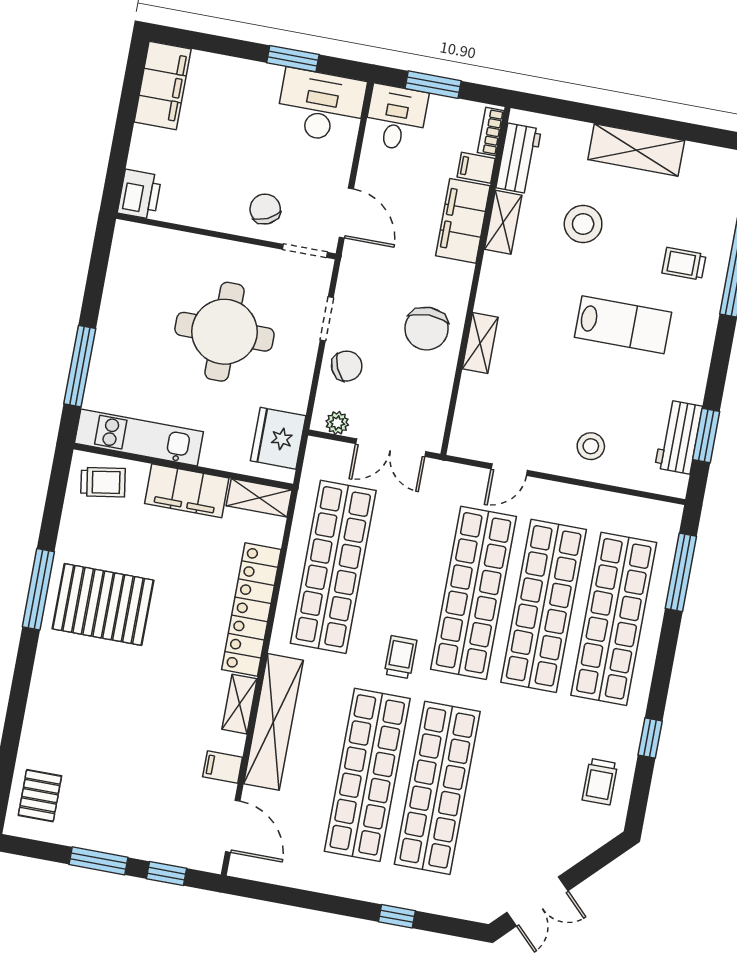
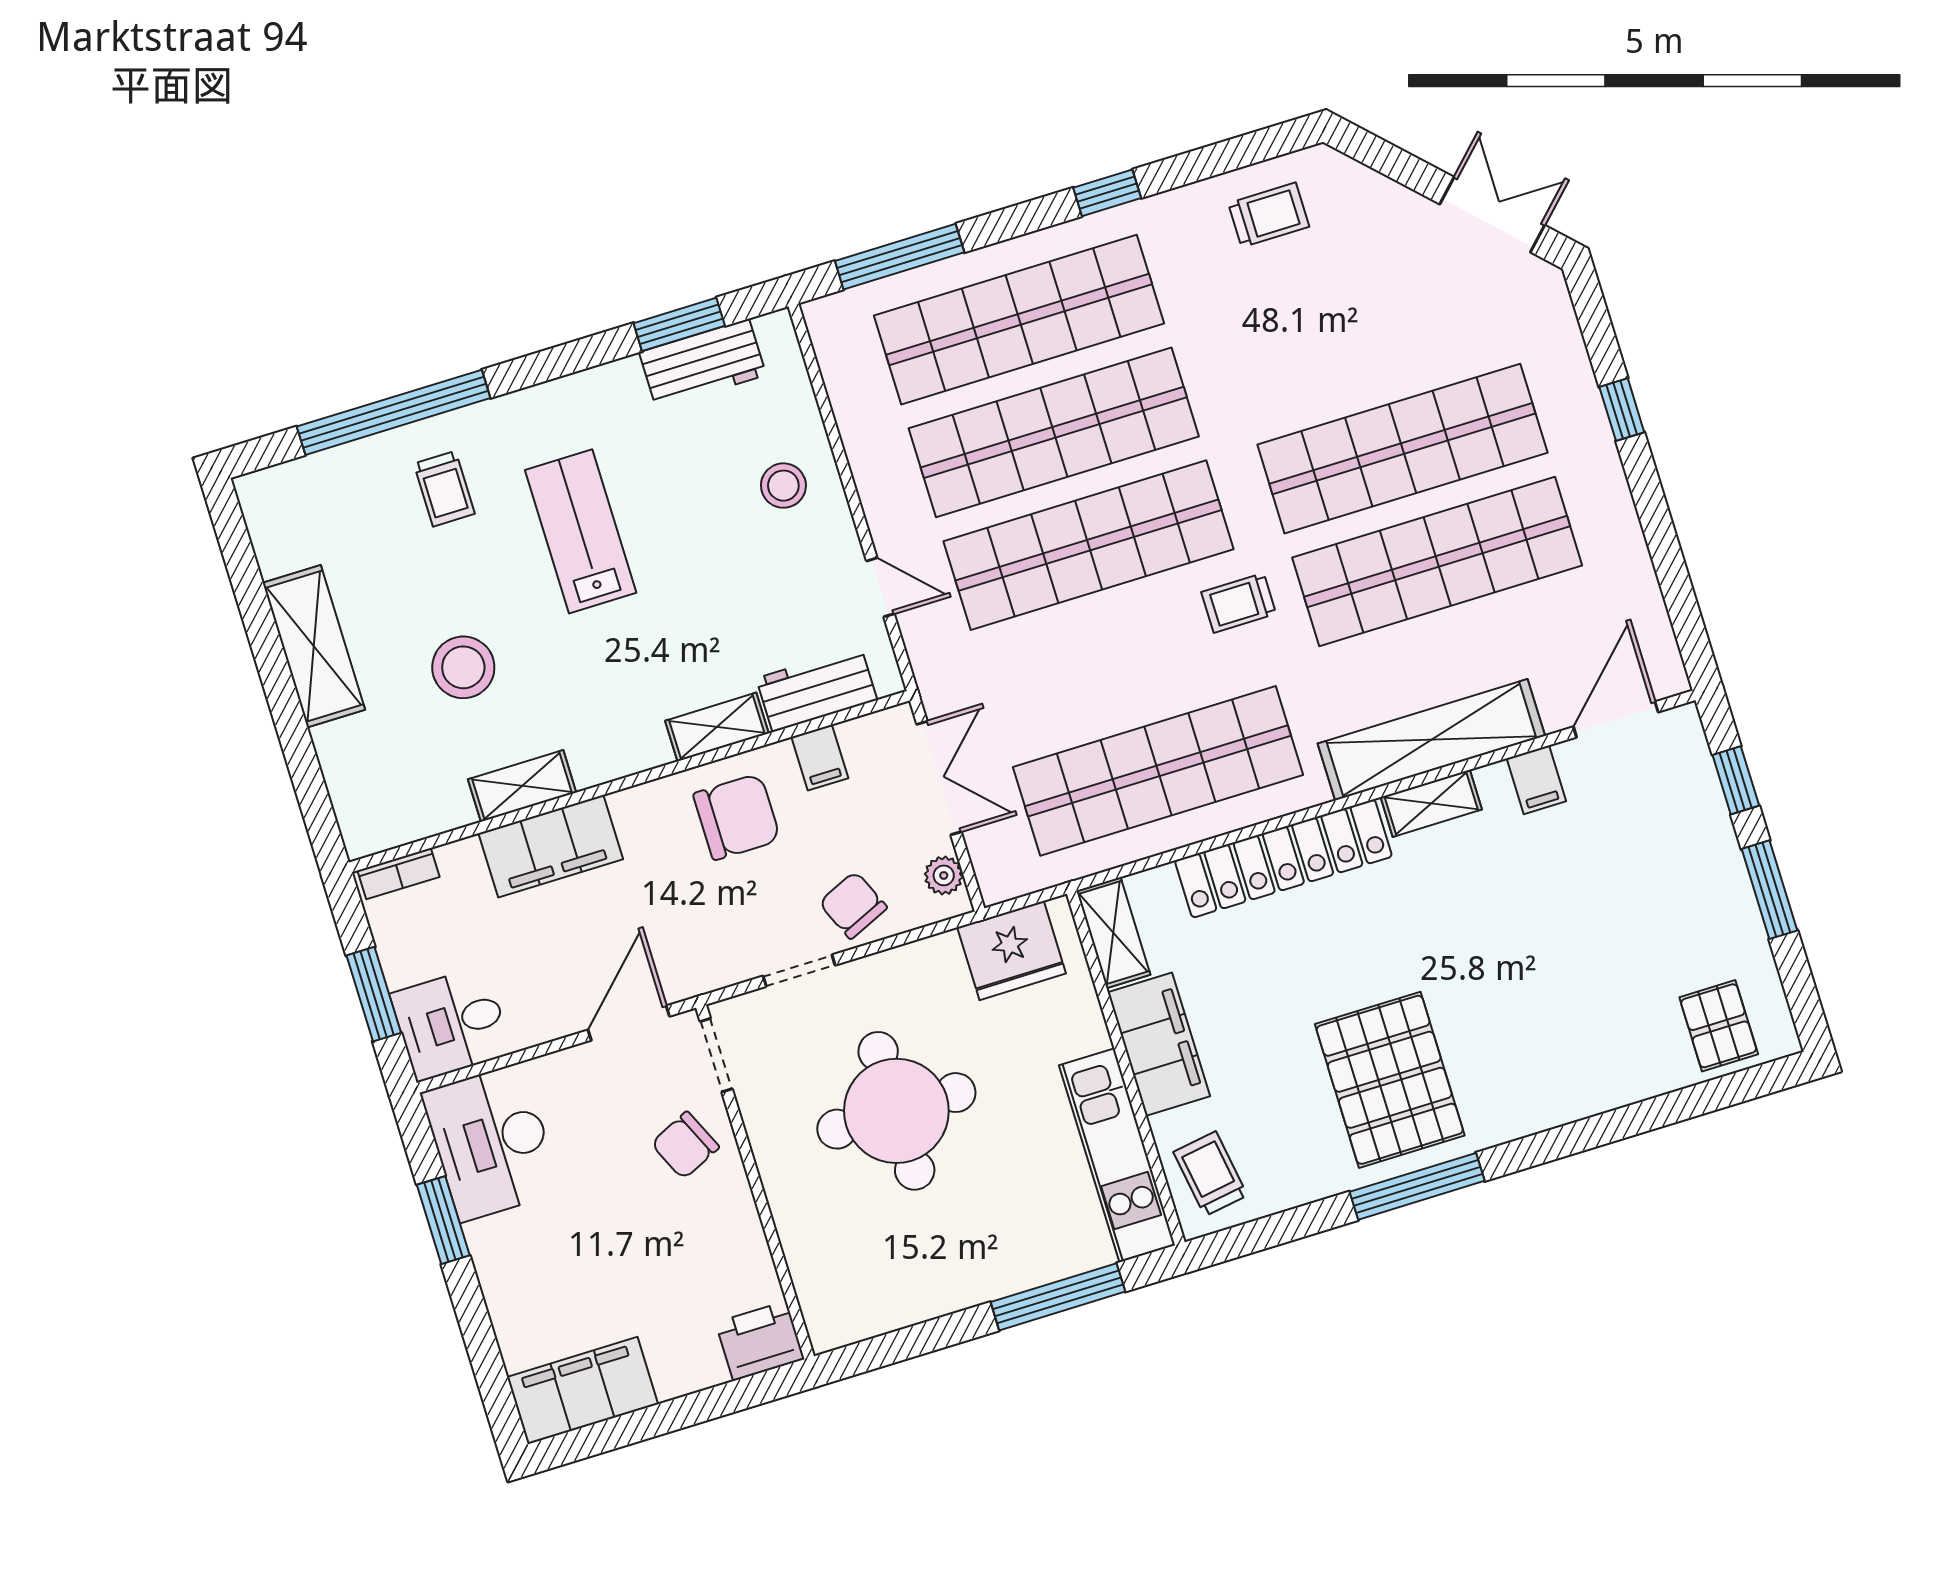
workbench: (519, 158) -> (817, 689), moved
filing cabinet: (476, 168) -> (820, 758), moved
window: (650, 738) -> (1107, 193), moved
pallet: (40, 796) -> (1719, 1026), turned 90

